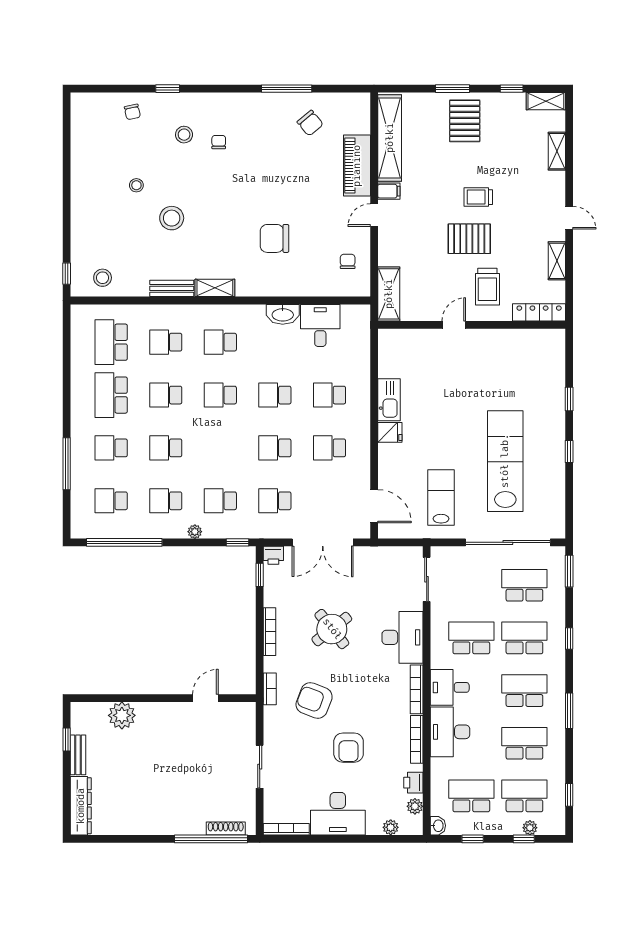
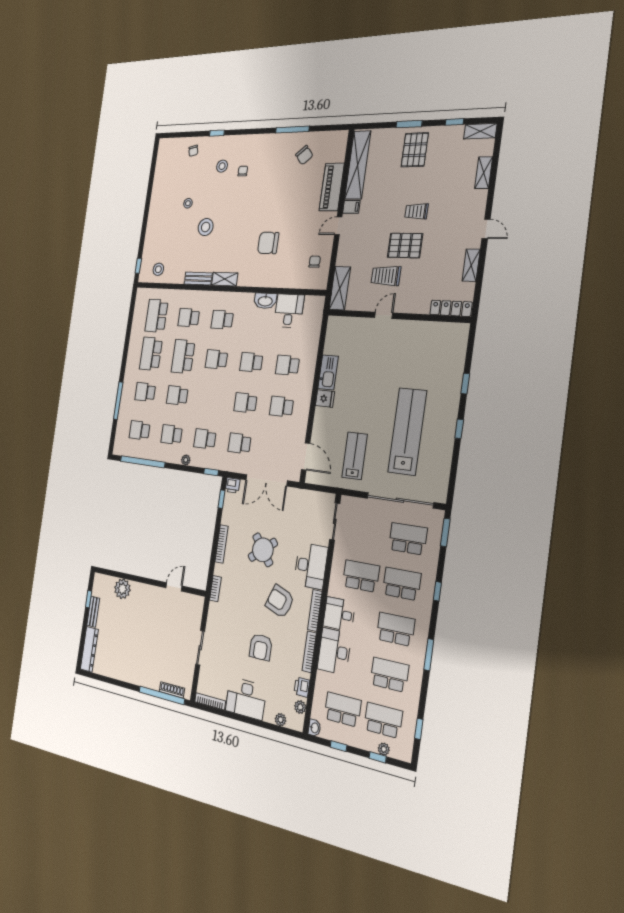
trolley: (487, 287) -> (386, 276), moved, turned 90
school desk: (166, 395) -> (183, 356), width x1.85
armchair: (314, 701) -> (280, 601), moved

